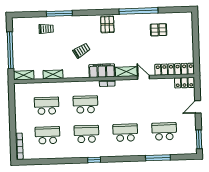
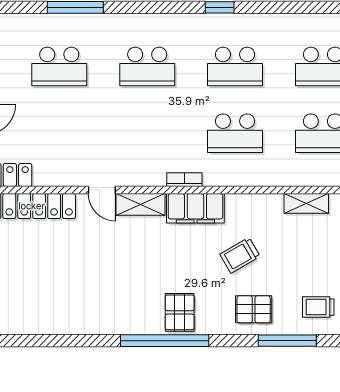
window: (139, 11) -> (165, 341), moved
pallet: (159, 30) -> (254, 309), moved

